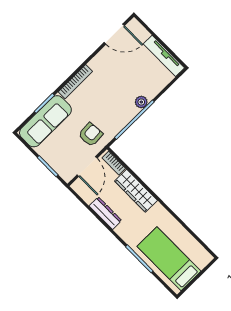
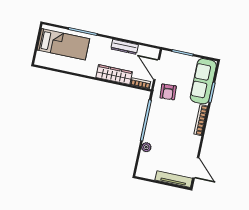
door: (114, 34) -> (196, 168), swing flipped
tv unit: (164, 56) -> (174, 179), moved
plant: (141, 102) -> (146, 147), moved

